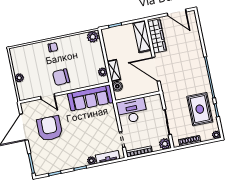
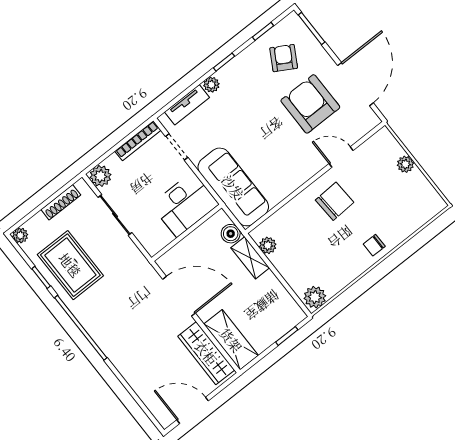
sofa: (90, 98) -> (233, 187), moved, turned 90
armchair: (50, 128) -> (310, 104), turned 180
armchair: (51, 156) -> (284, 58), added

